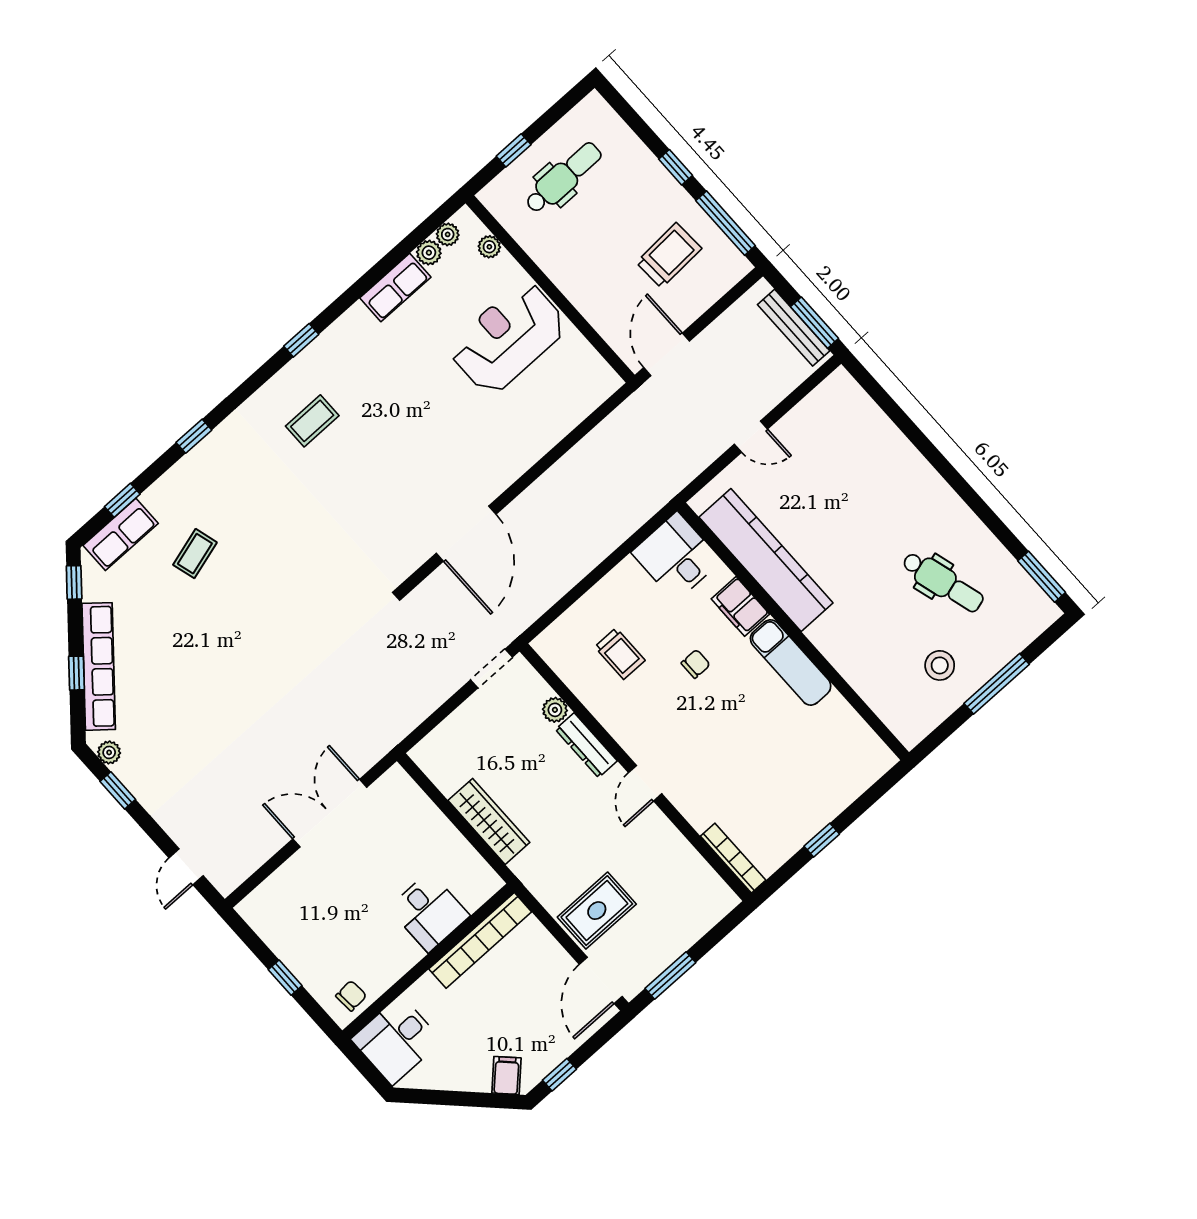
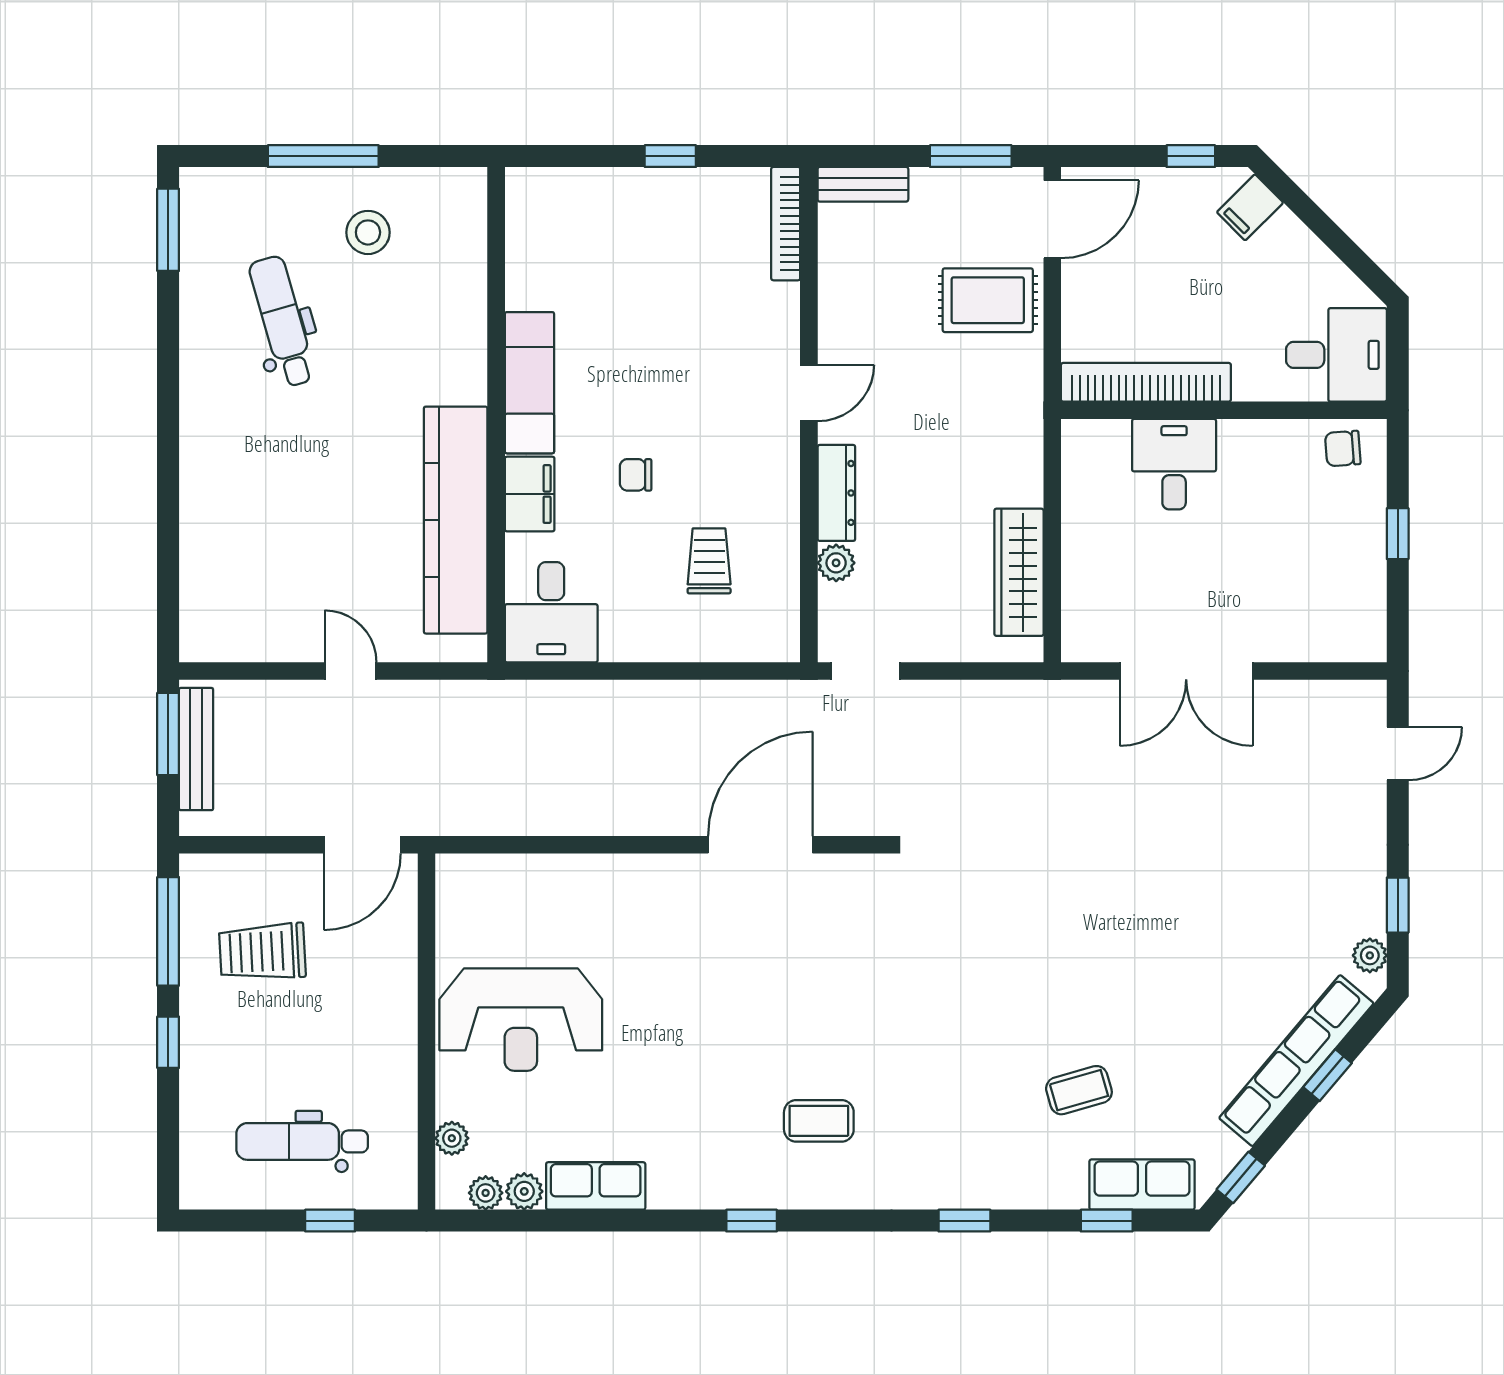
wardrobe: (489, 821) -> (1019, 572), moved
bench: (712, 913) -> (863, 184), added

